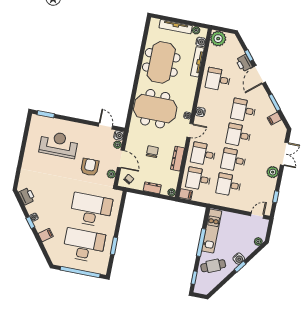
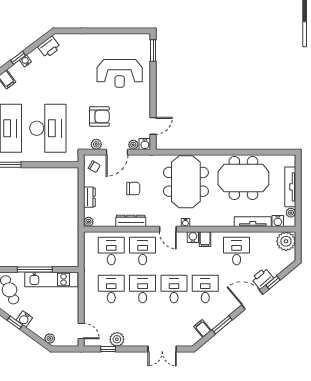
reception desk: (59, 144) -> (120, 73), turned 90
plant: (273, 172) -> (117, 339), moved
filing cabinet: (186, 194) -> (205, 239), moved

